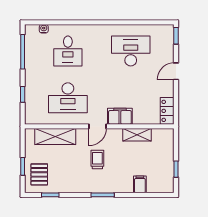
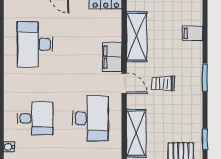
shelving: (137, 135) -> (137, 37), width x1.50, depth x1.33

